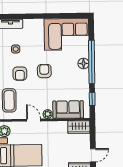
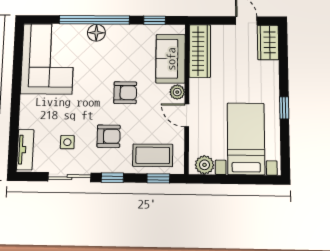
armchair: (44, 71) -> (125, 93), moved, turned 180
door: (34, 120) -> (187, 115), hinge flipped
wardrobe: (79, 127) -> (200, 51), width x1.50

